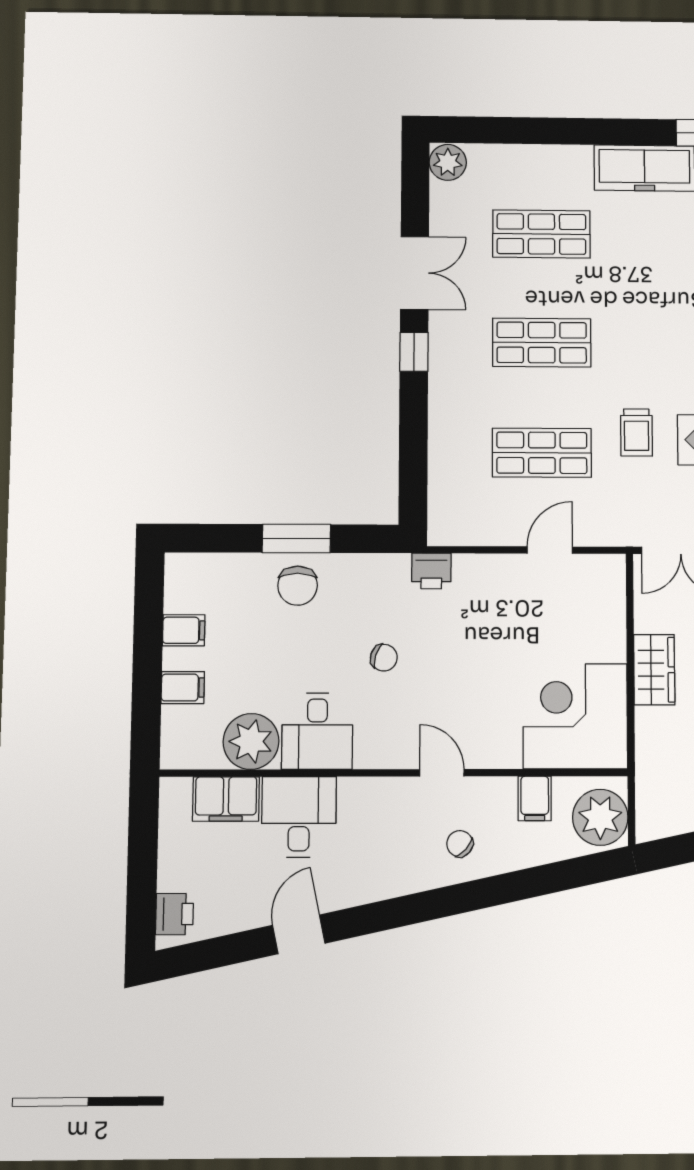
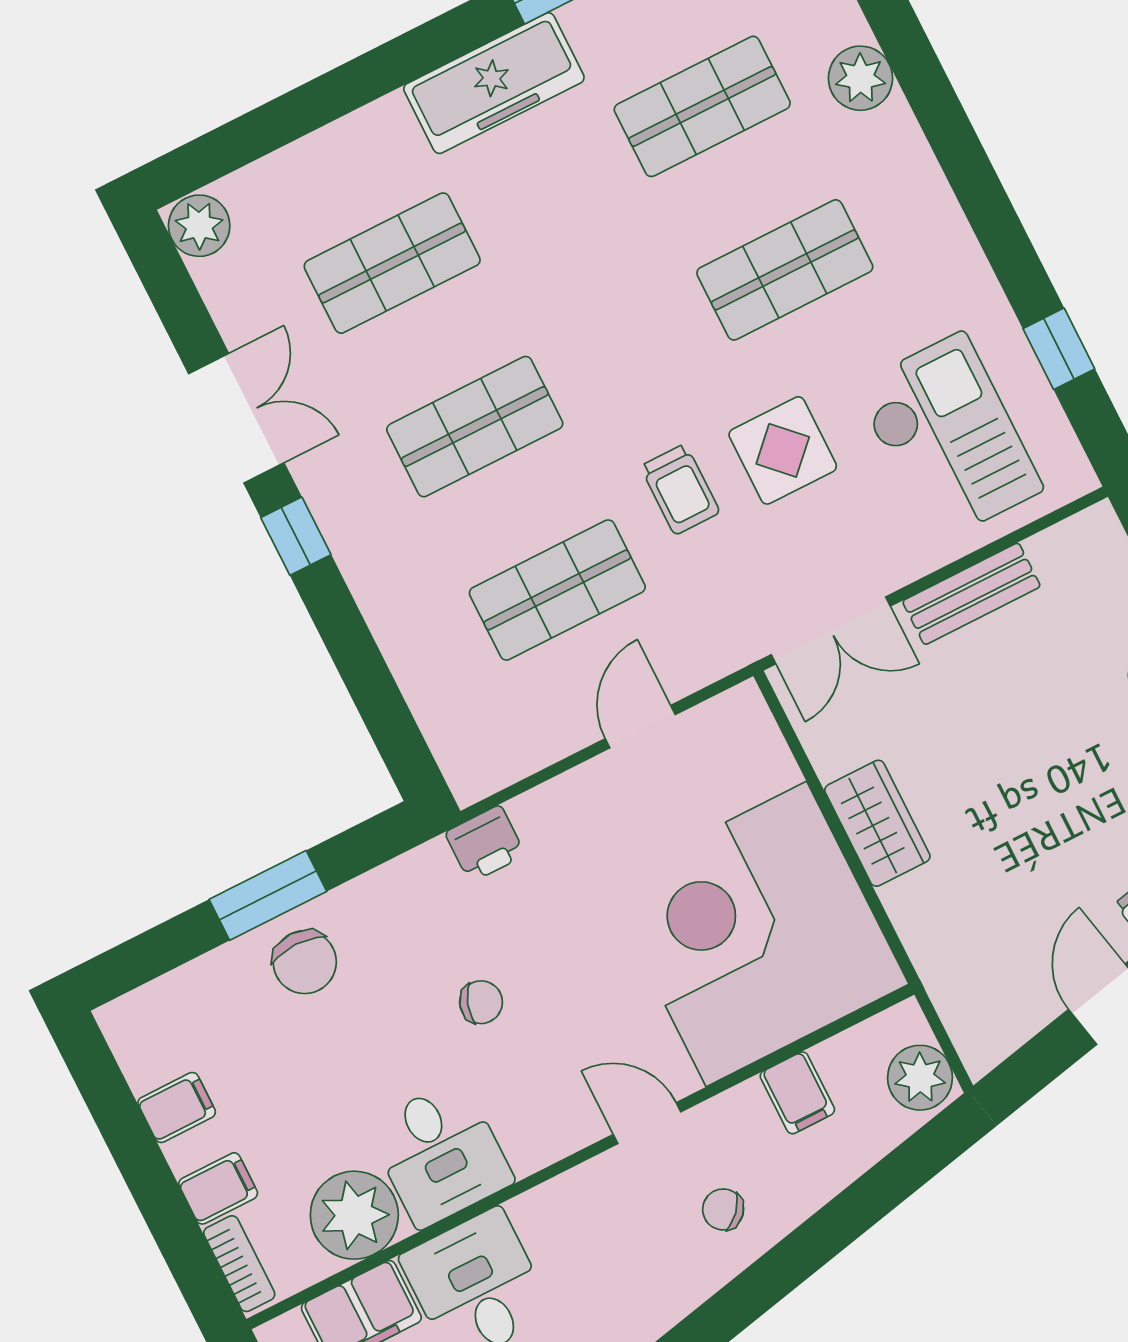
corner desk: (575, 716) -> (756, 934), width x1.36, depth x1.36
bookcase: (172, 736) -> (239, 1264), added
plant: (600, 817) -> (920, 1078), width x0.73, depth x0.73

